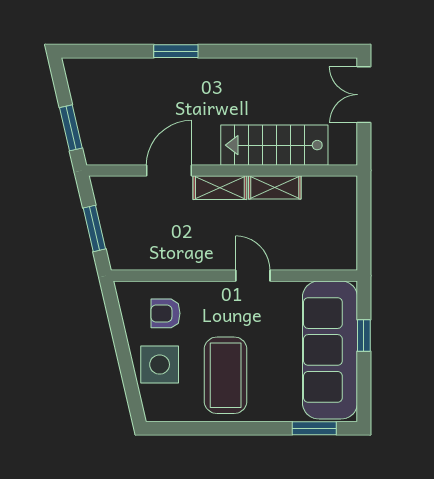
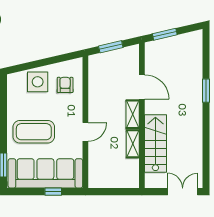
coffee table: (226, 375) -> (34, 132), moved

